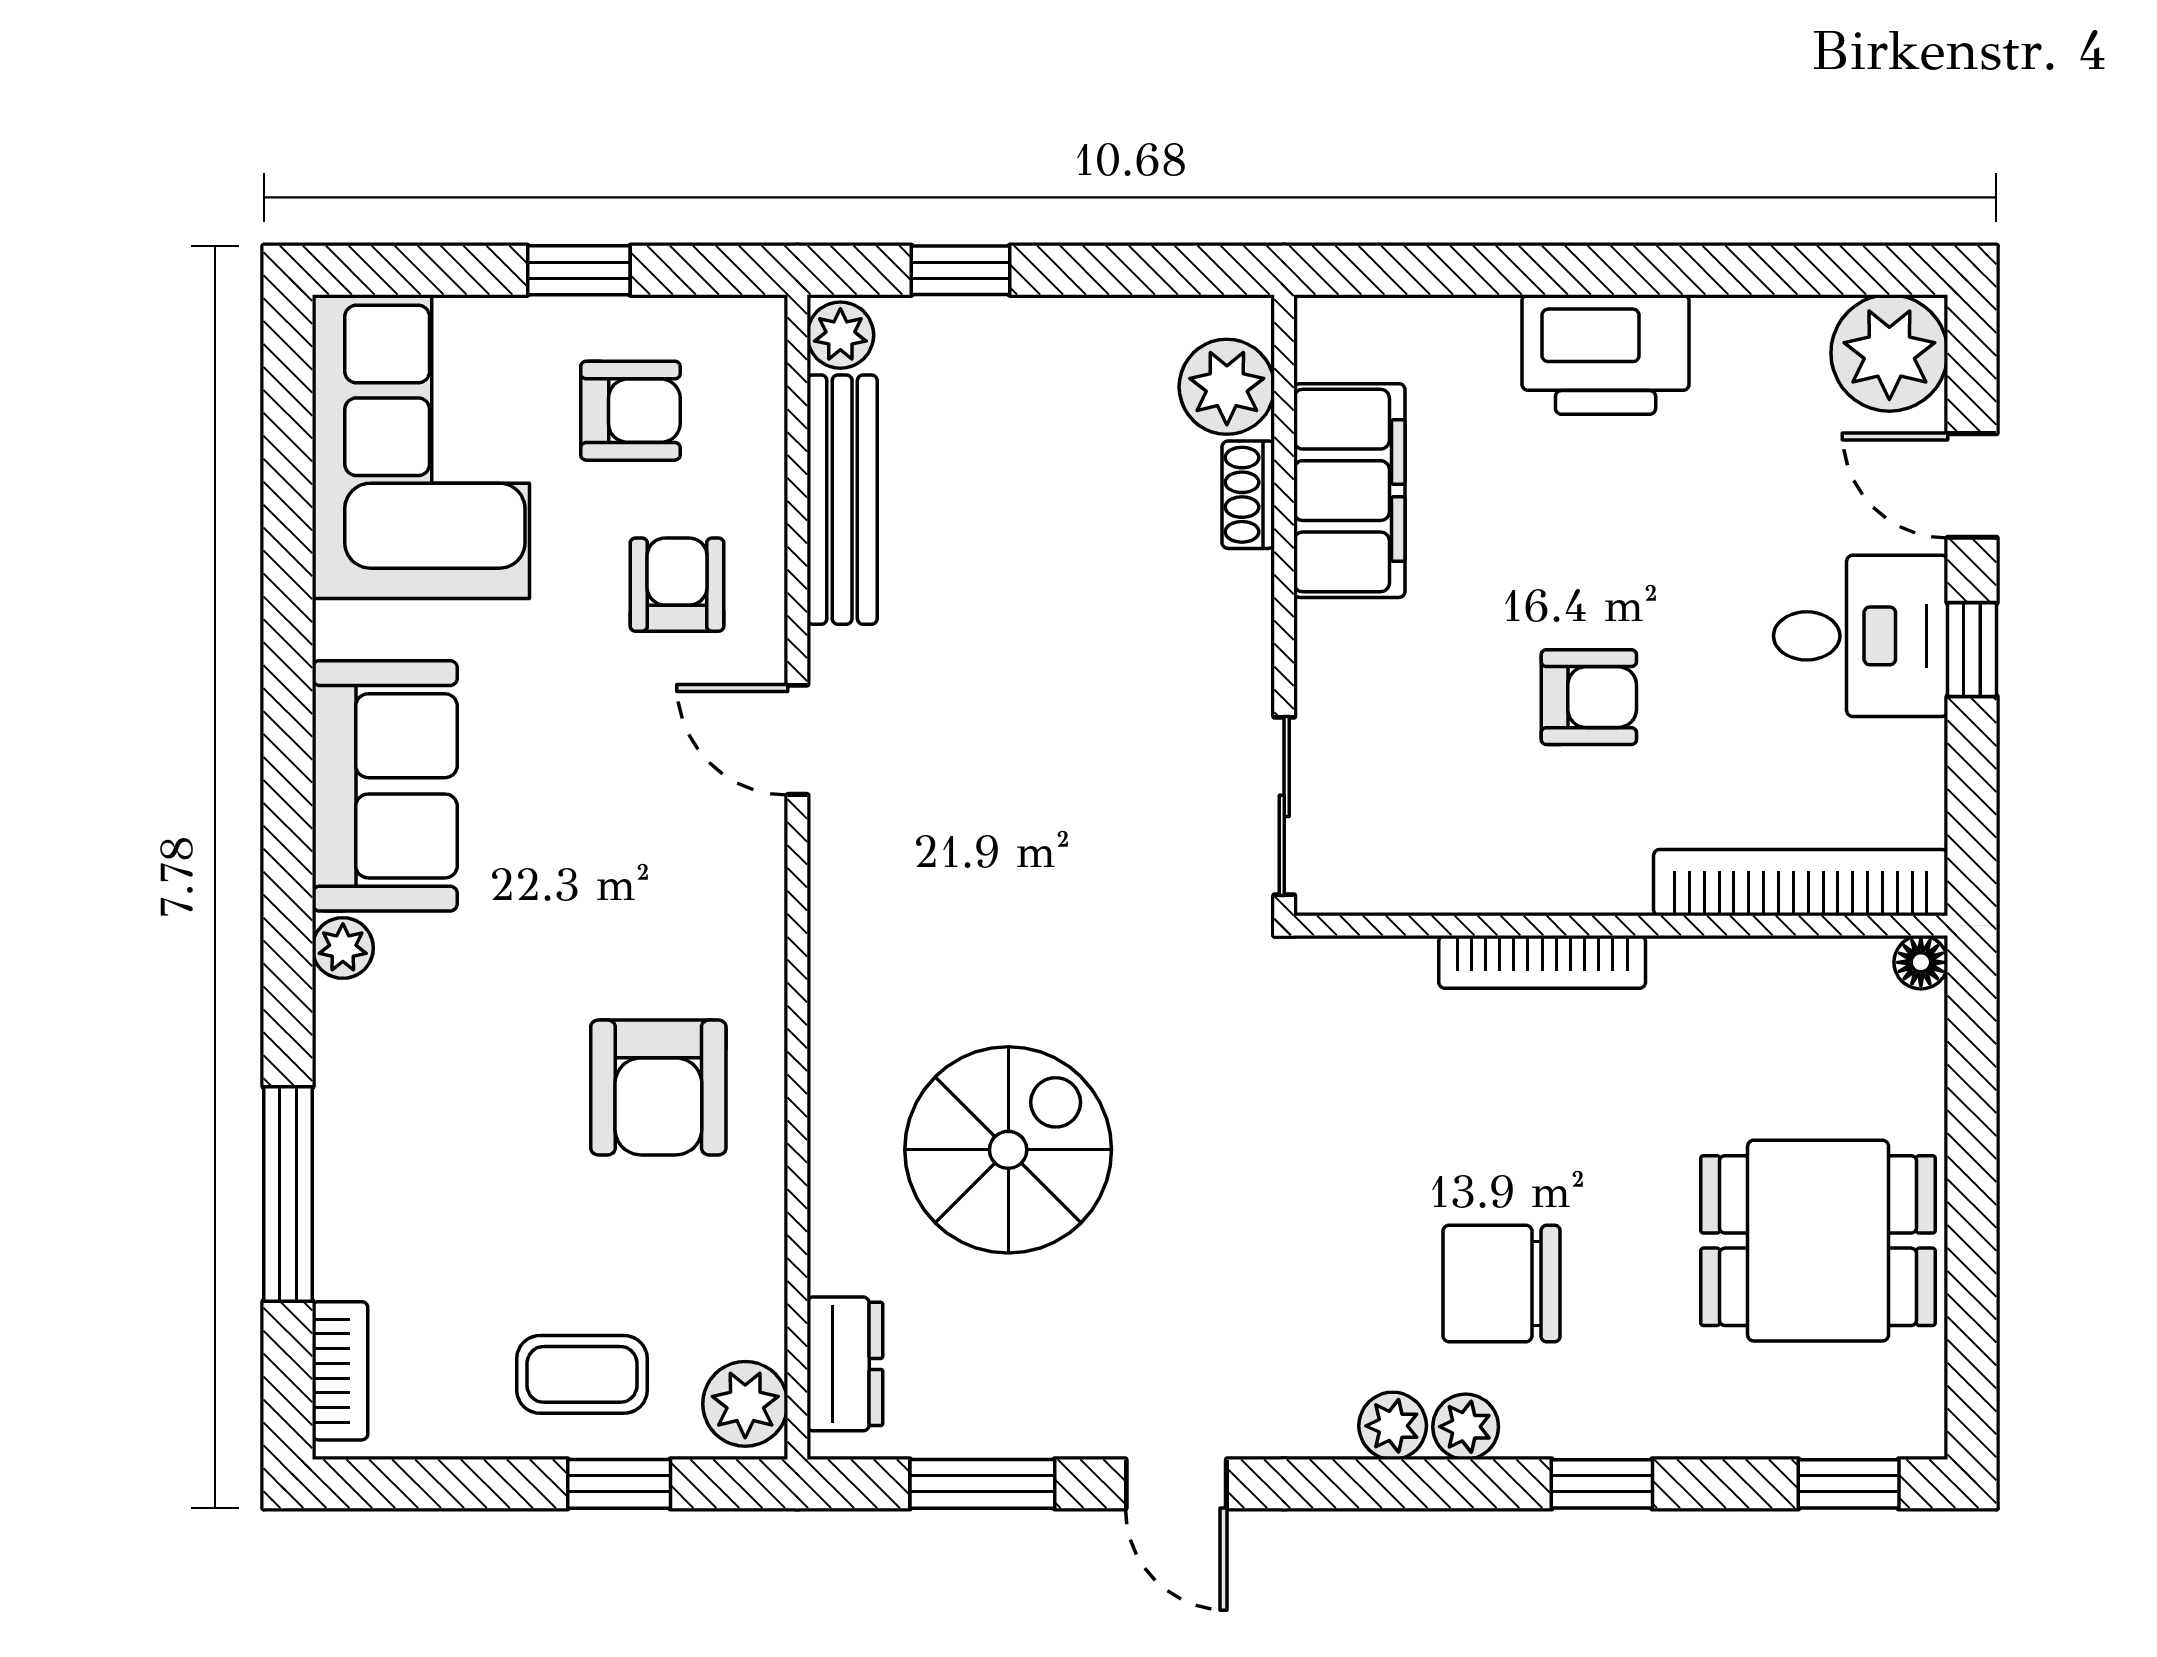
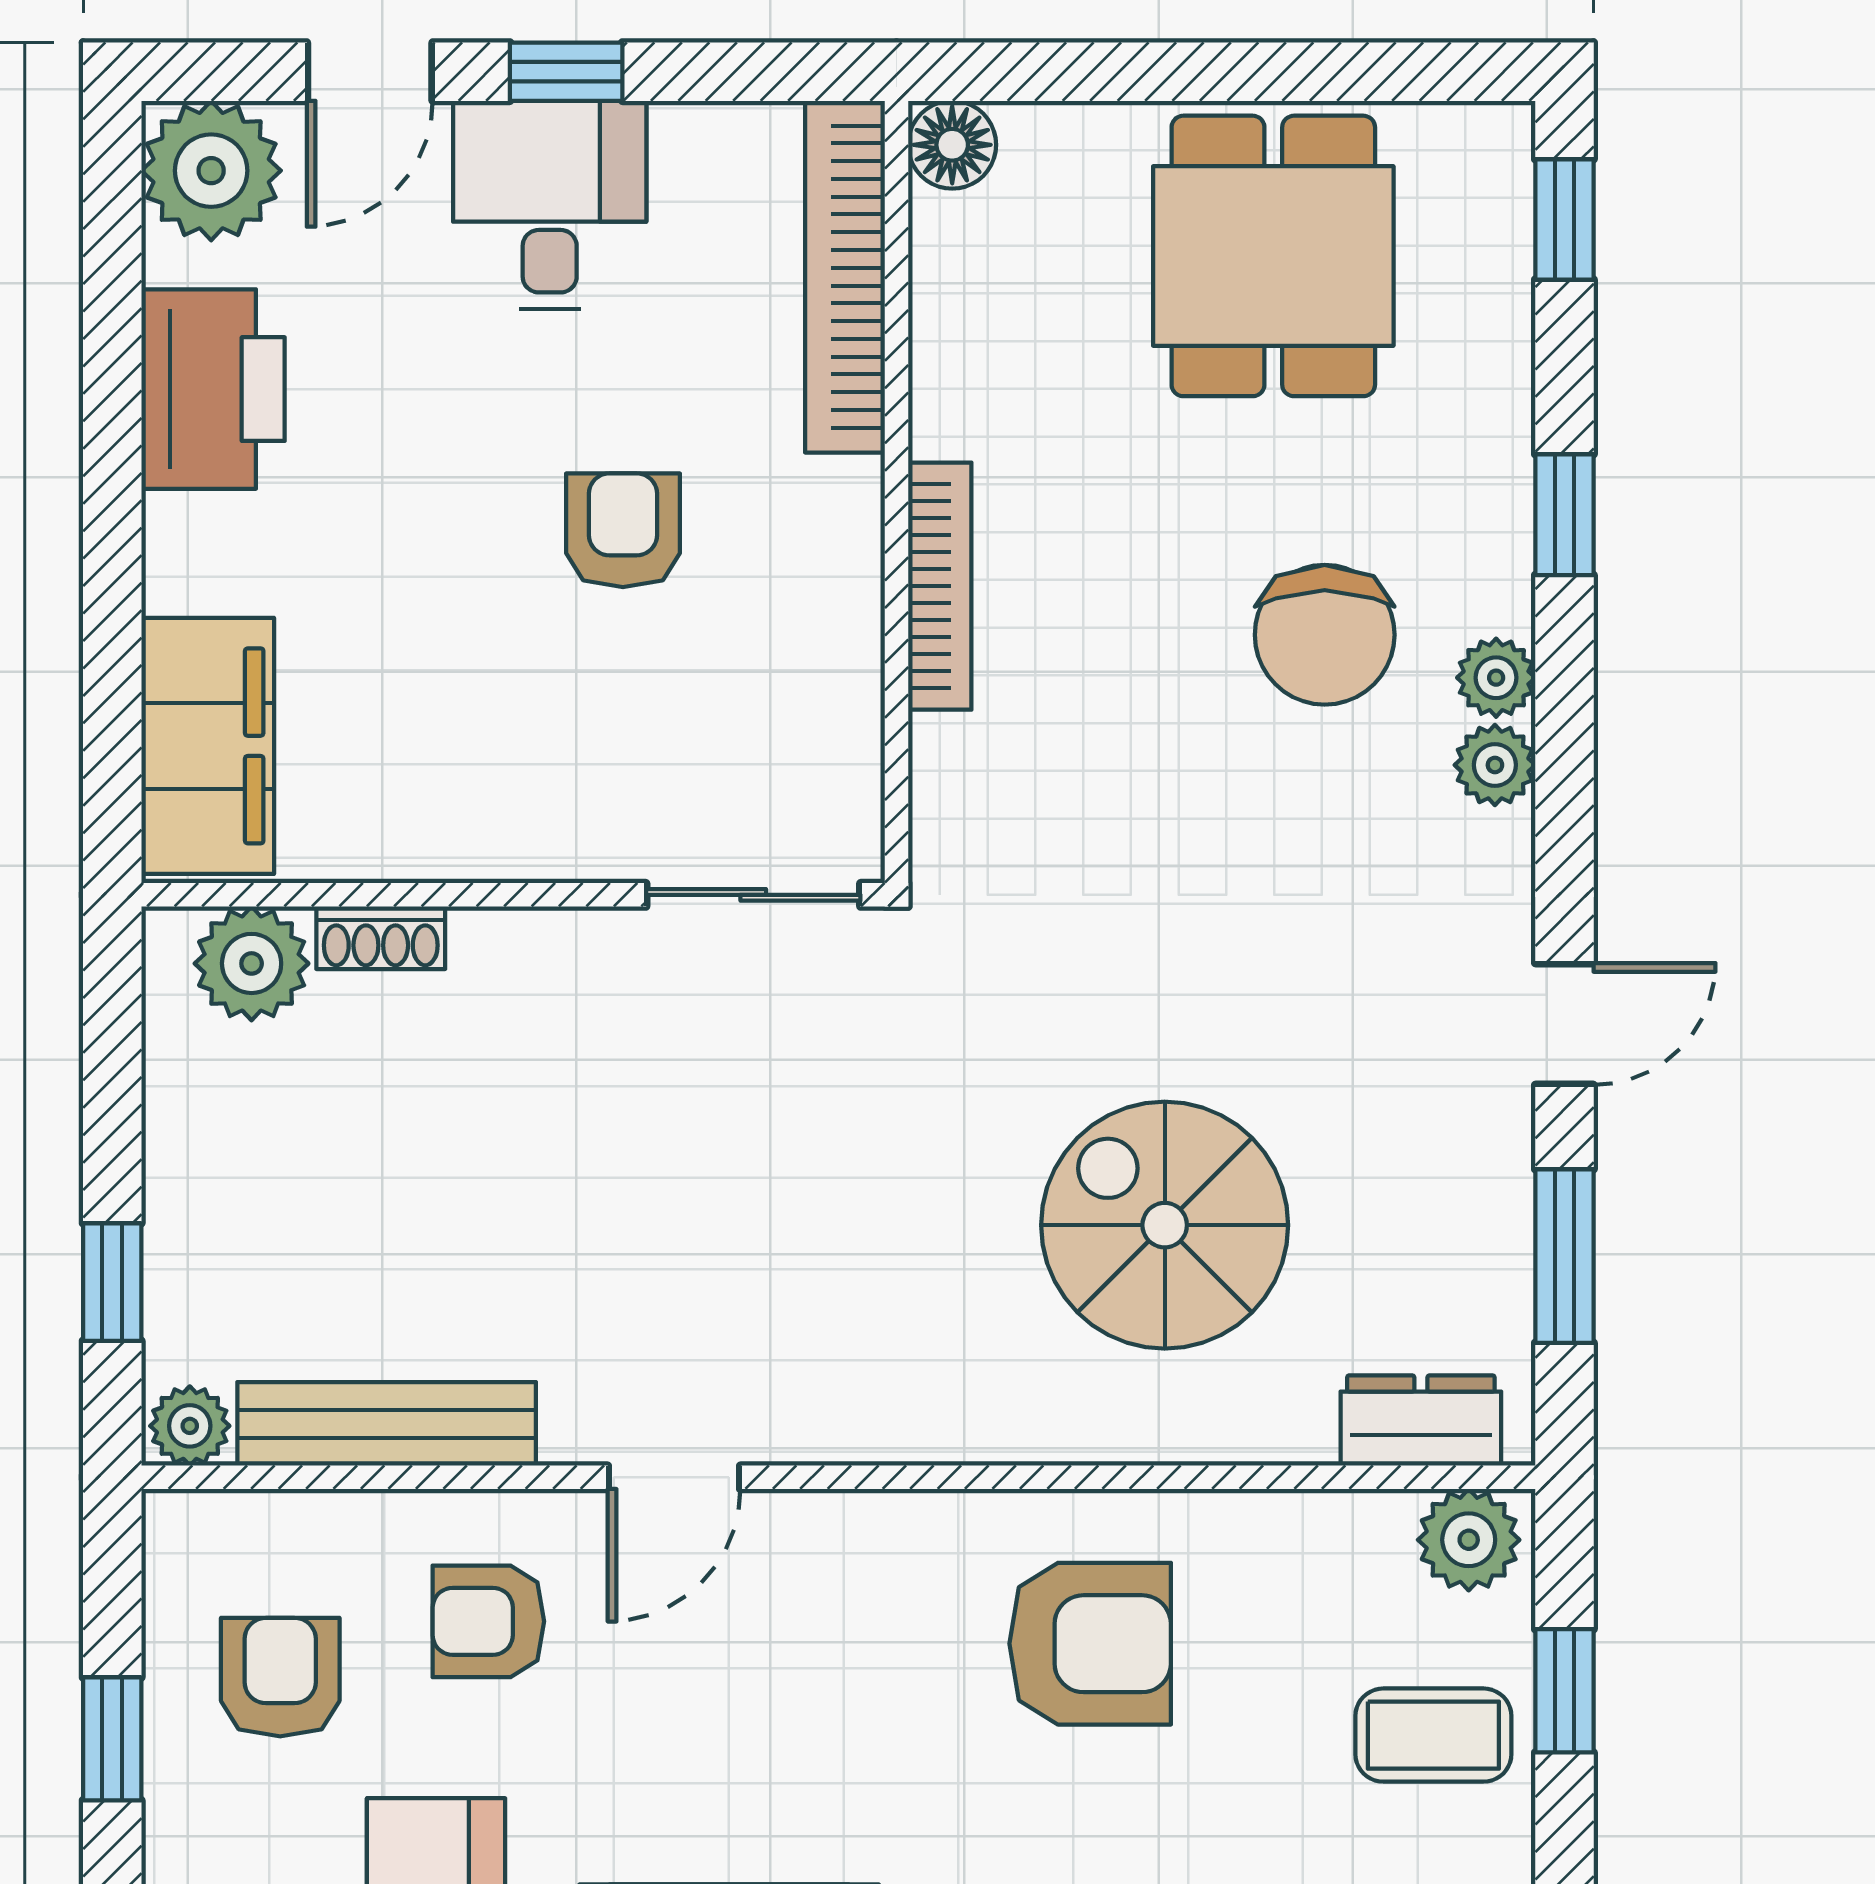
printer: (1606, 355) -> (213, 389), moved
filing cabinet: (1349, 491) -> (208, 746), moved, turned 90
floor lamp: (1921, 962) -> (952, 145), width x1.37, depth x1.37
coffee table: (582, 1374) -> (1433, 1735), turned 90

